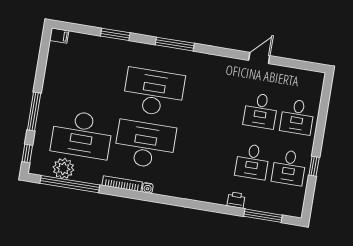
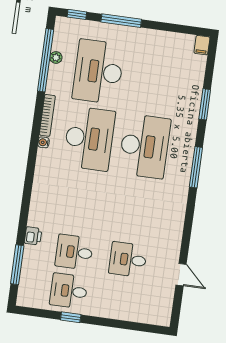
door: (259, 58) -> (181, 275), moved
desk: (297, 117) -> (122, 298), removed
plant: (63, 168) -> (56, 57), width x0.53, depth x0.53

